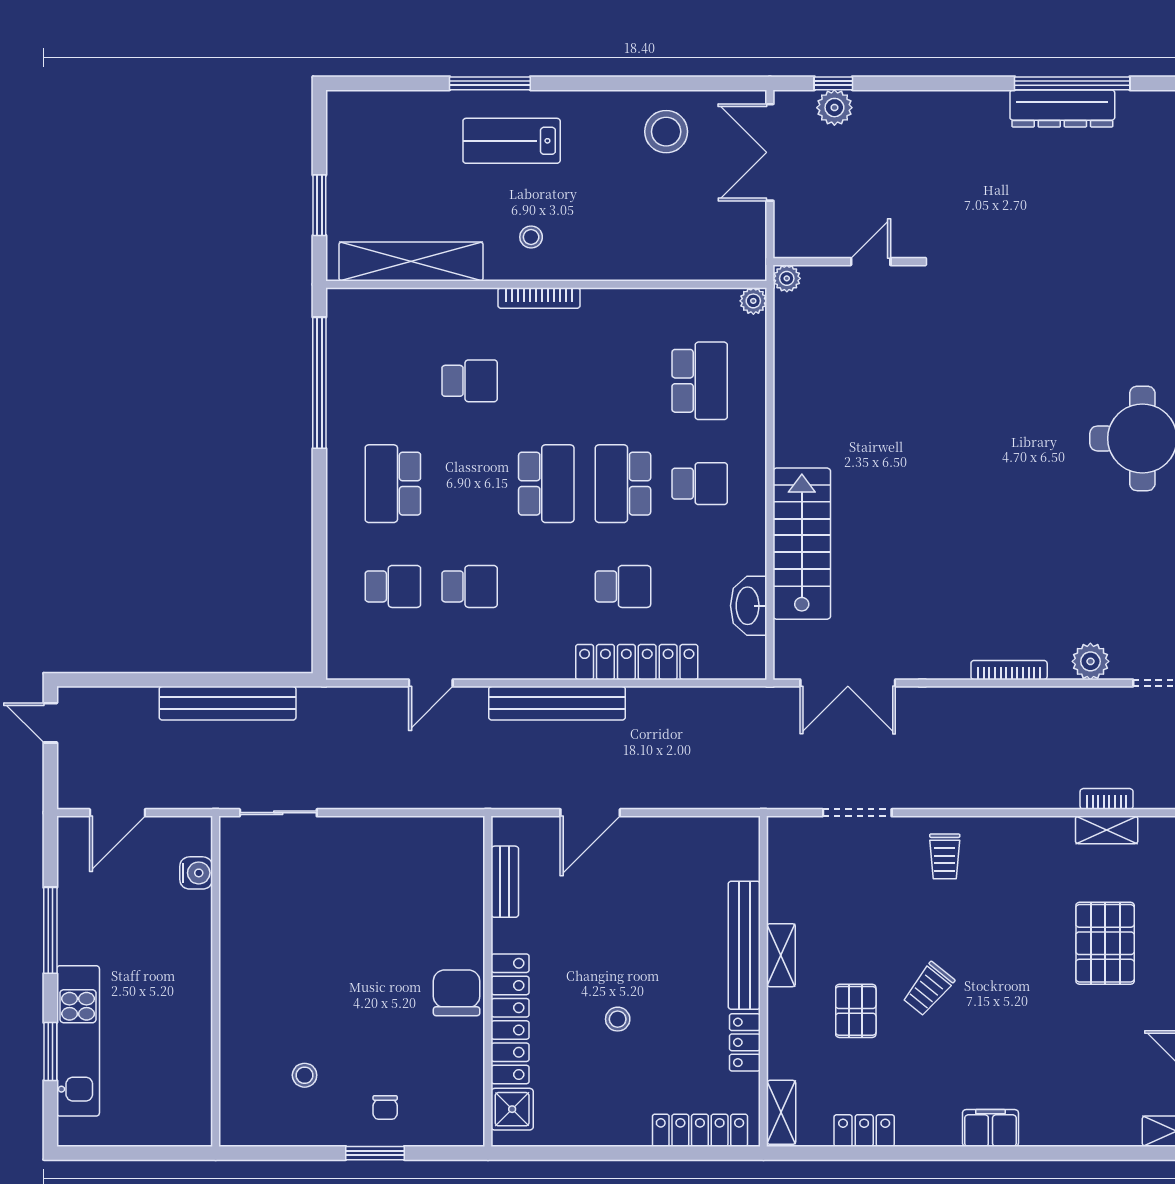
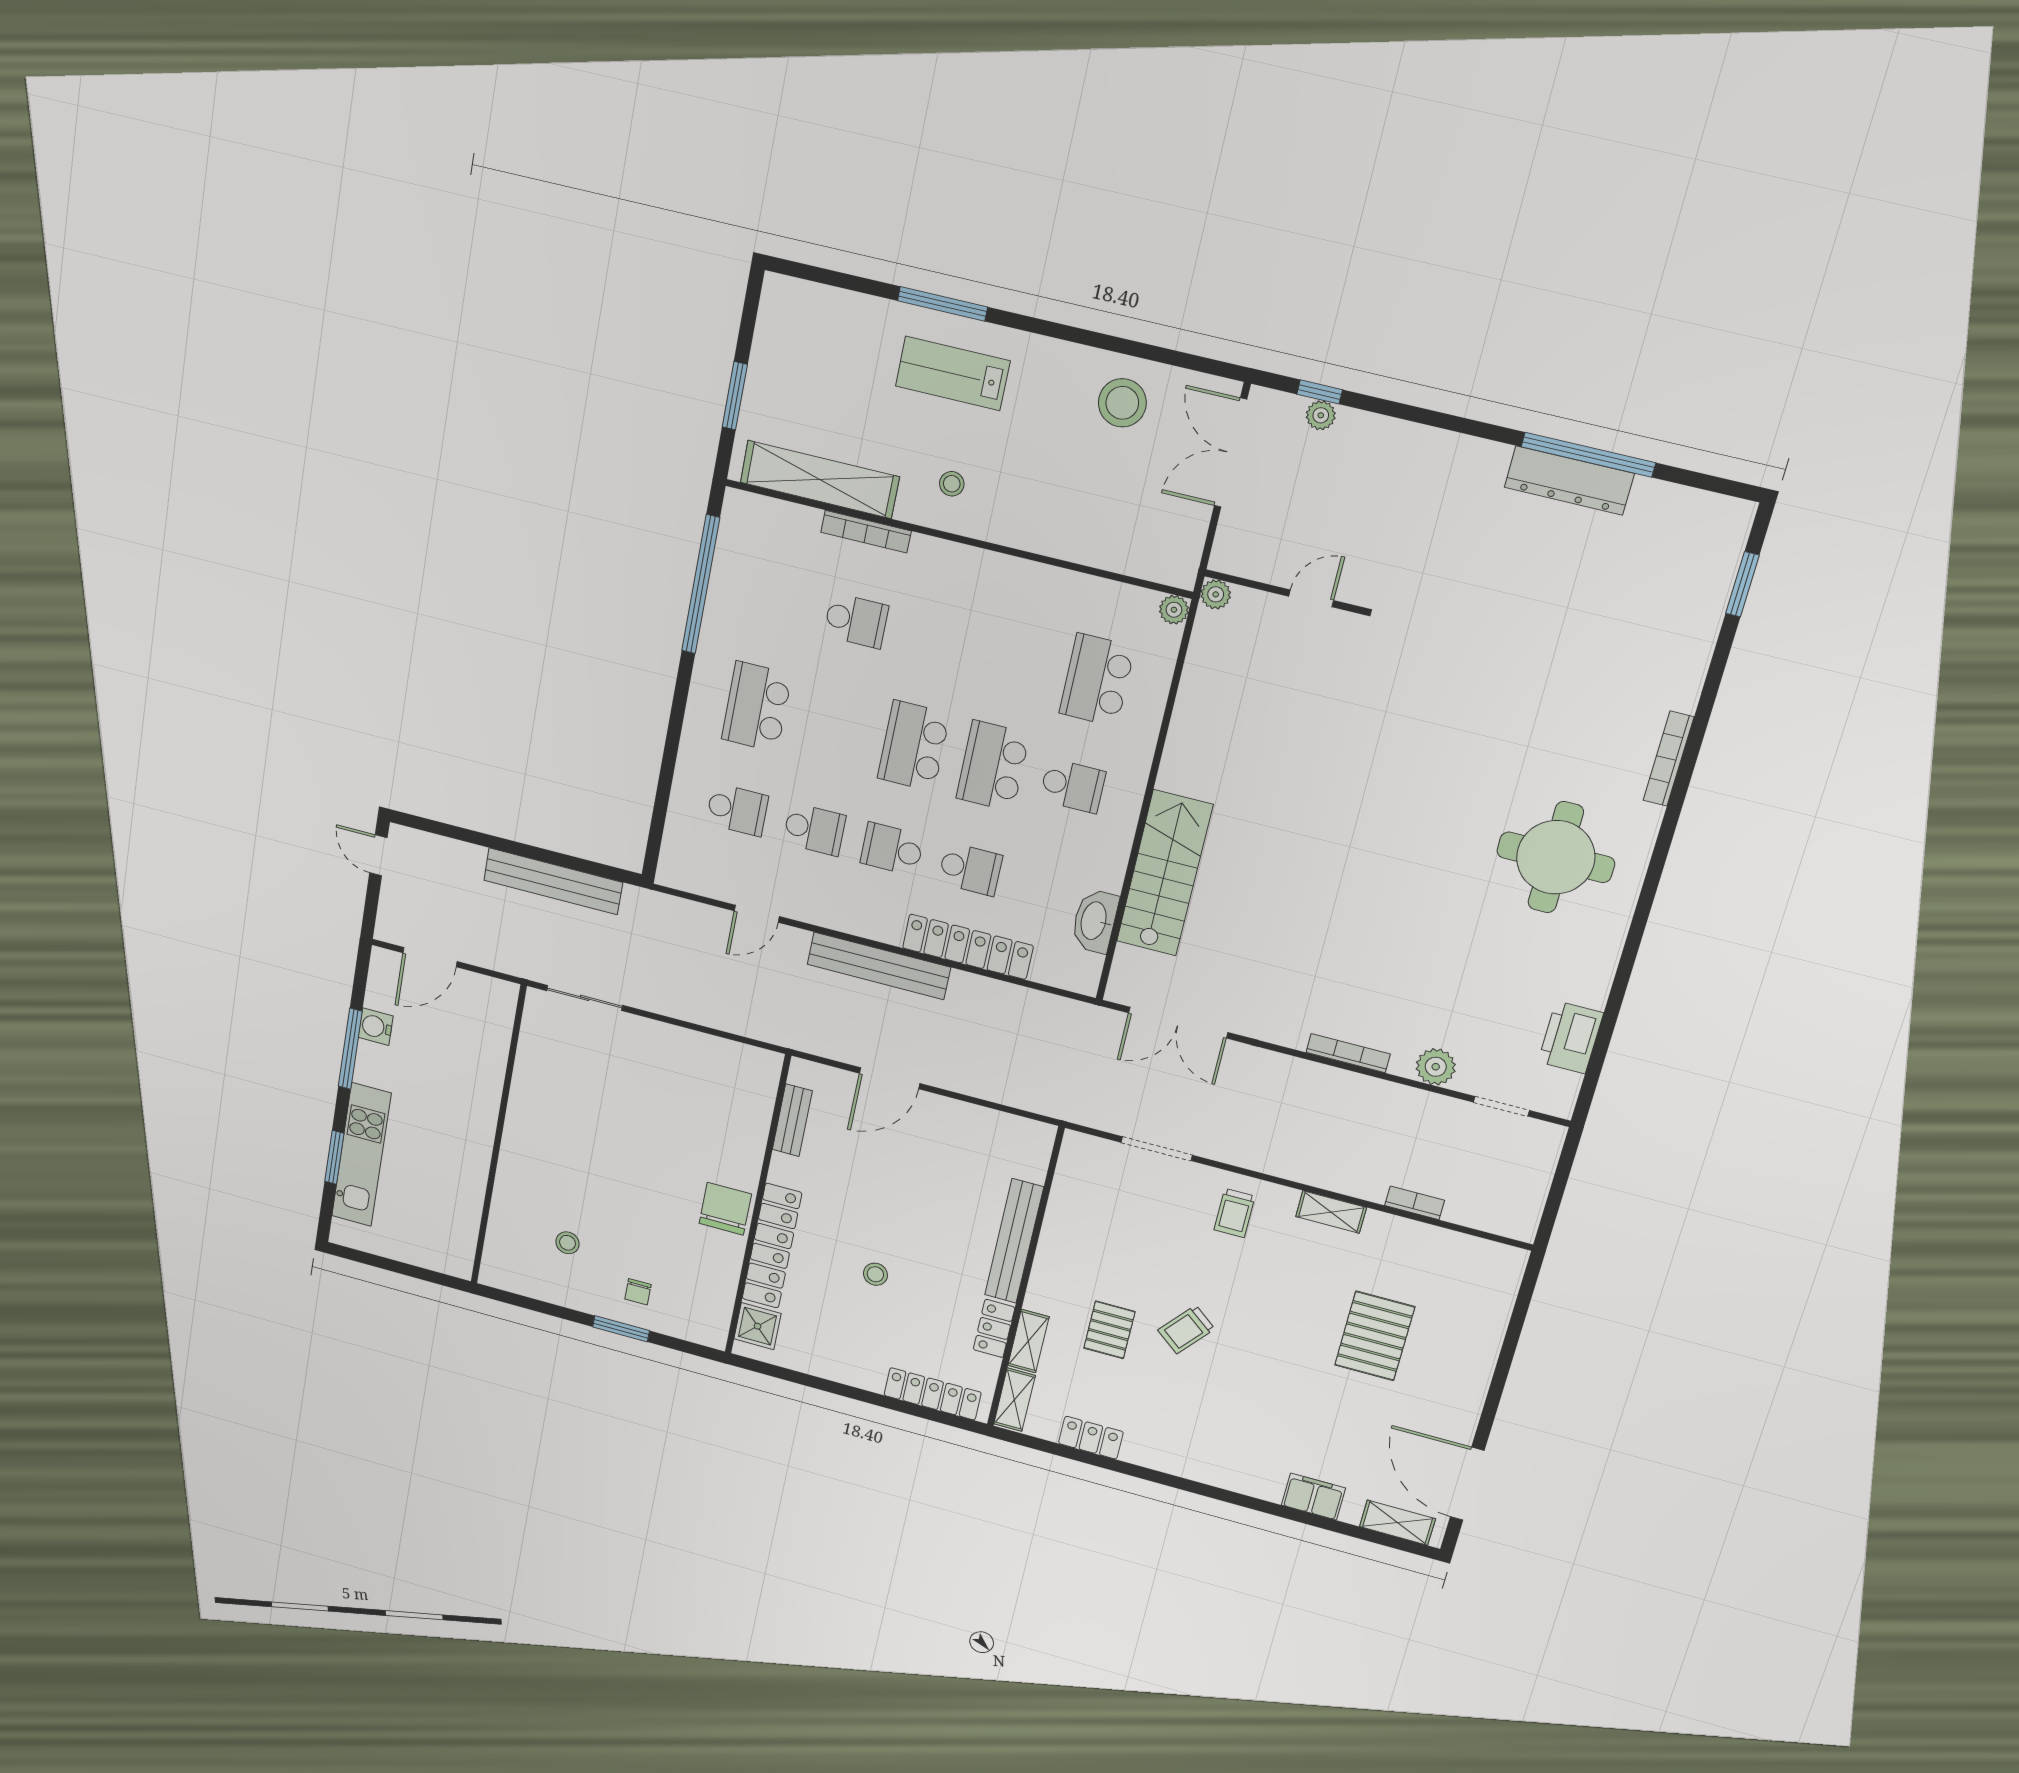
plant: (834, 108) -> (1321, 415), width x0.73, depth x0.73
bookcase: (539, 298) -> (866, 532), moved
school desk: (700, 381) -> (1097, 680), turned 180
school desk: (546, 484) -> (914, 746), turned 180
school desk: (546, 586) -> (892, 849), added
shelving: (1107, 830) -> (1331, 1212), moved
water cooler: (196, 873) -> (376, 1027), moved, turned 180
shelving: (781, 955) -> (1028, 1341), moved
filing cabinet: (990, 1128) -> (1313, 1497), moved

